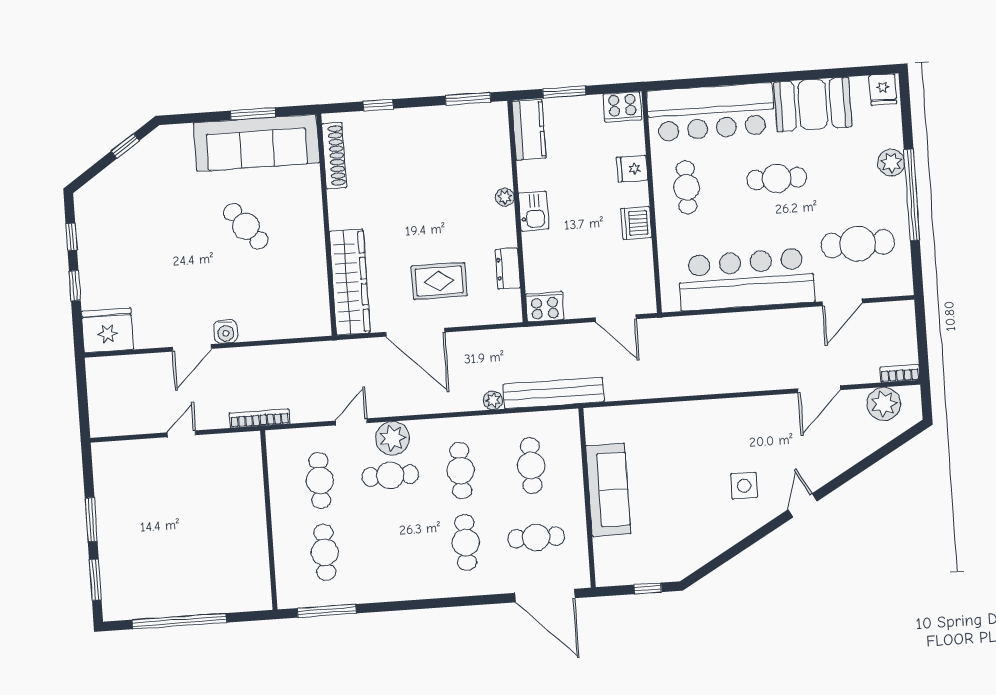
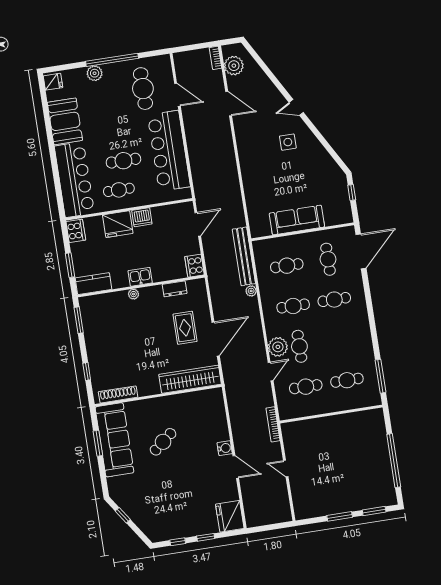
fridge: (632, 169) -> (118, 224), width x1.88, depth x1.34
cafe table: (777, 179) -> (123, 161), moved, turned 90
door: (351, 422) -> (271, 371), swing flipped

